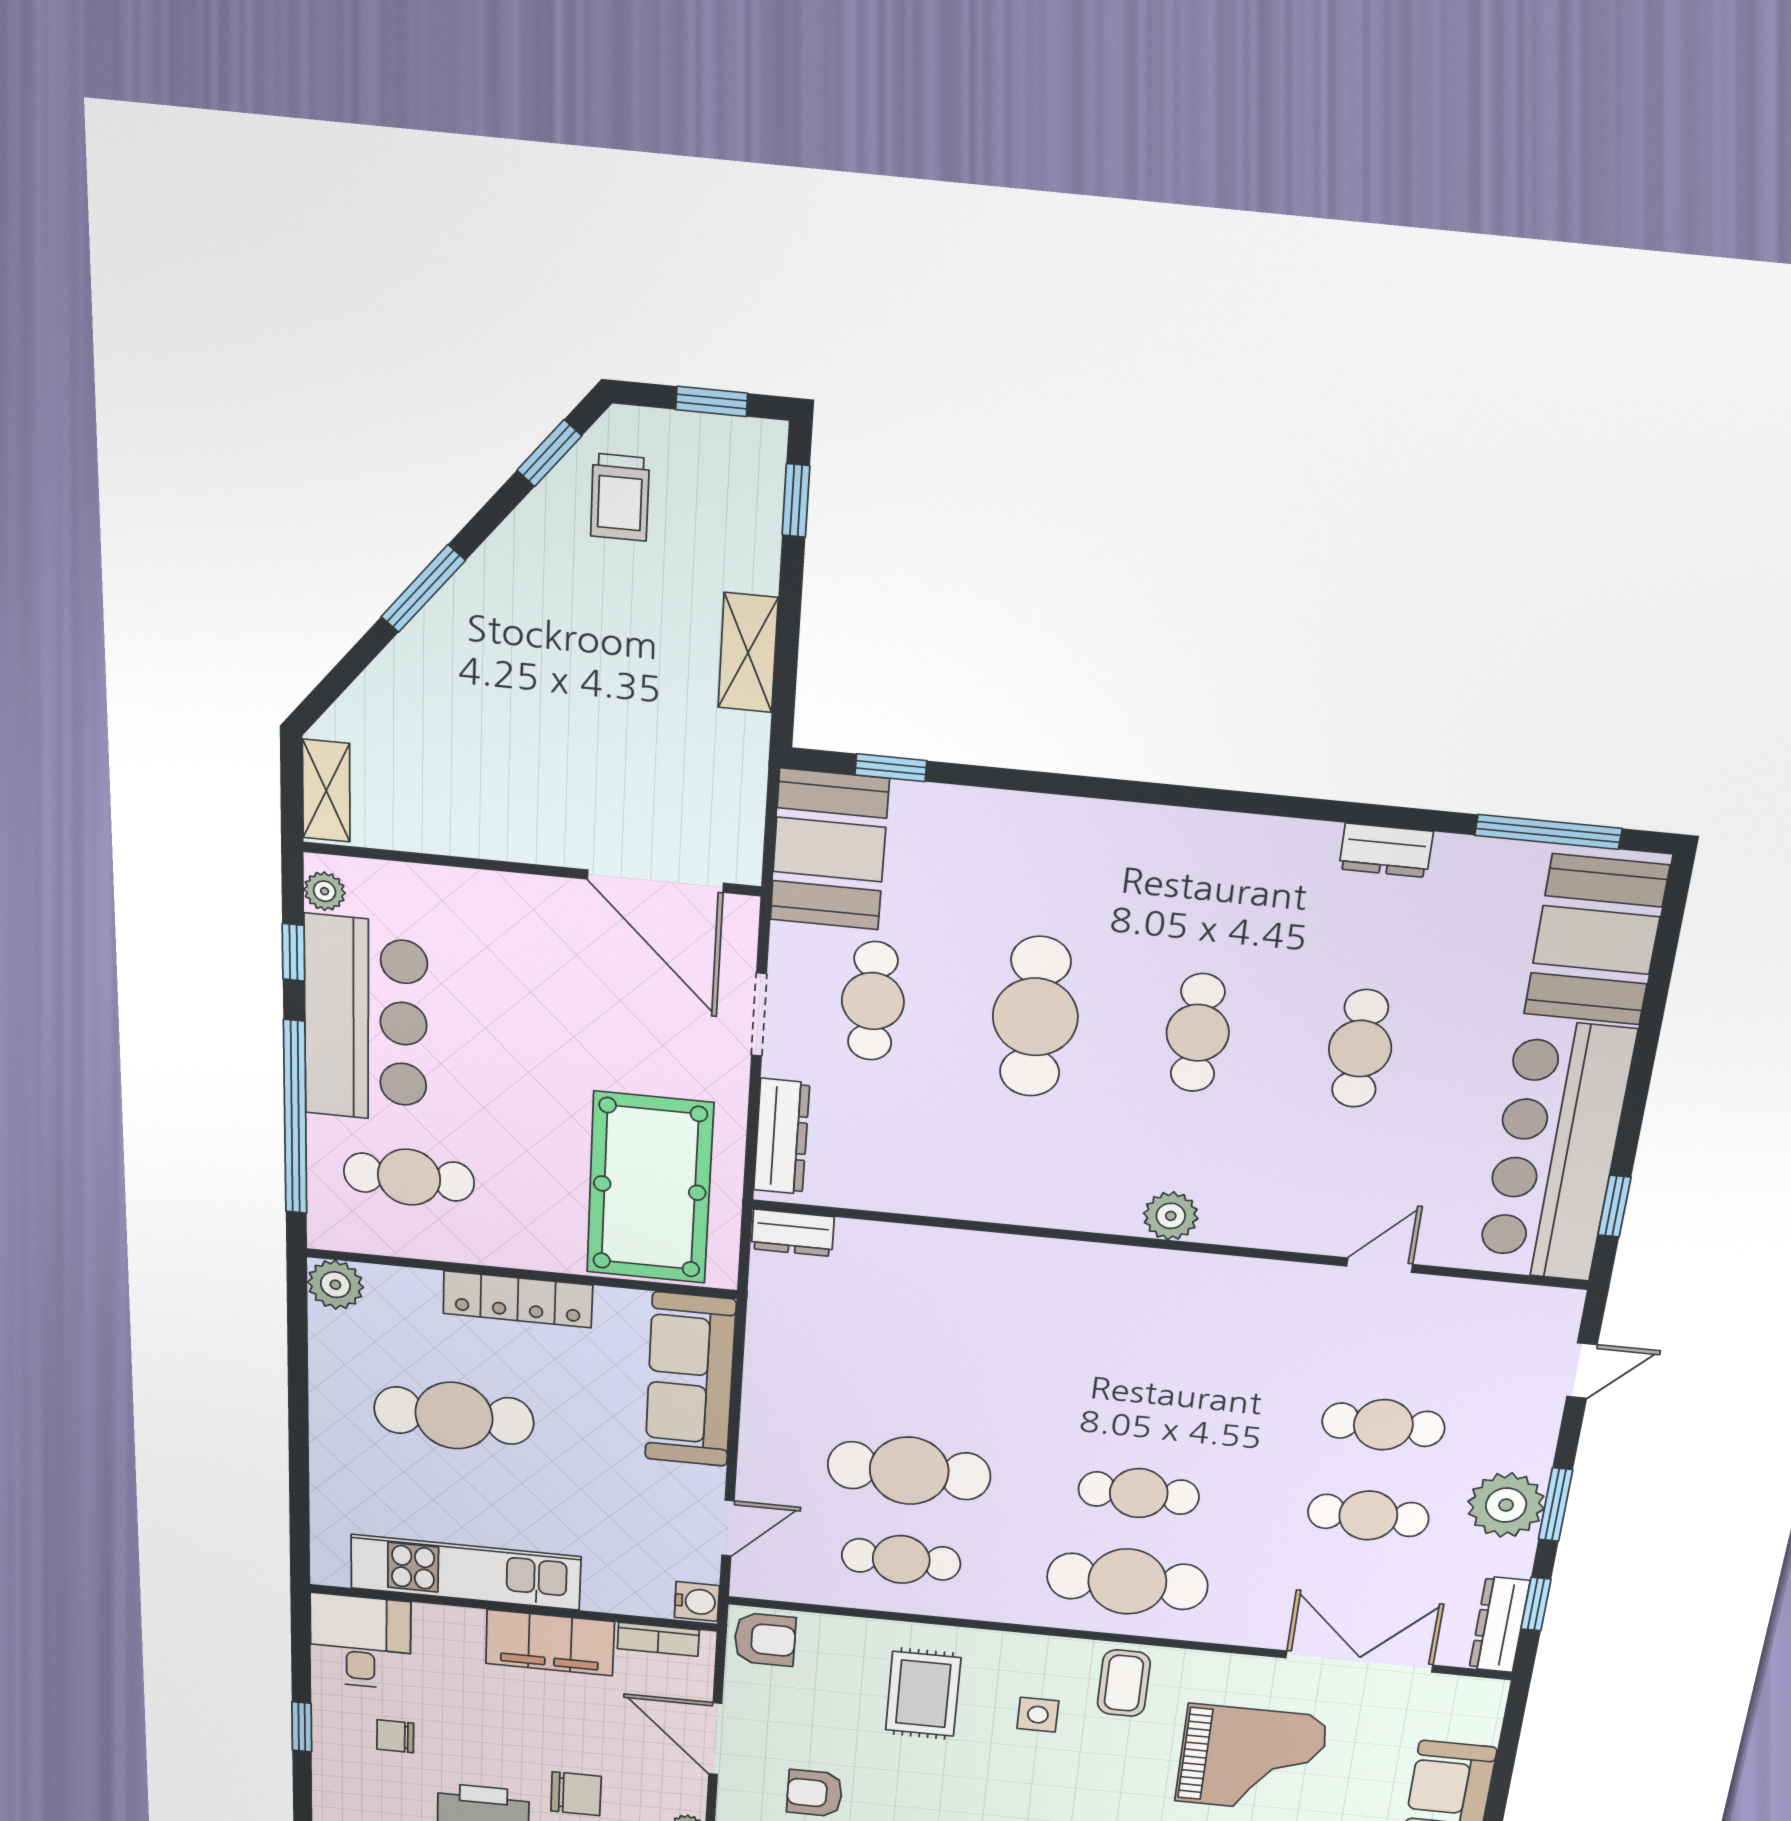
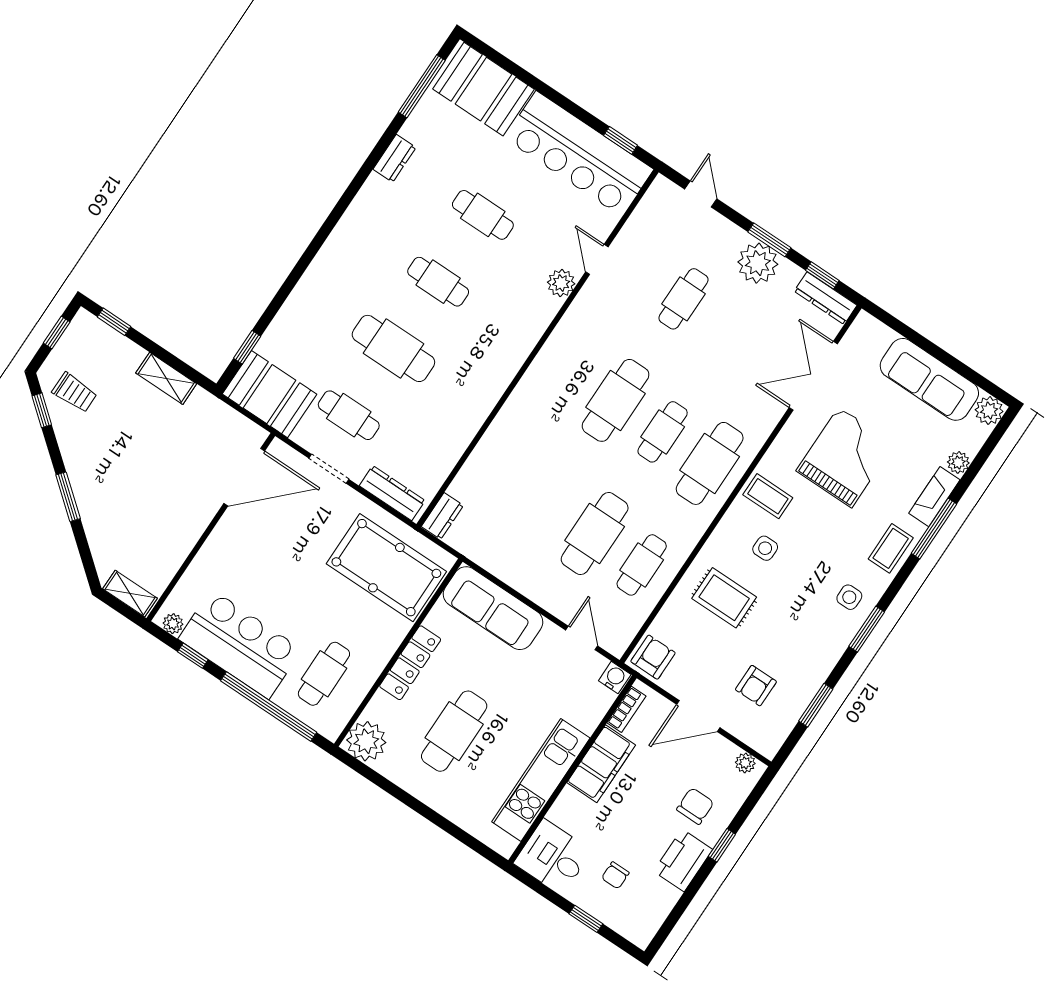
plant: (1171, 1216) -> (561, 283), moved
plant: (335, 1285) -> (366, 741), width x1.36, depth x1.36
cafe table: (1368, 1515) -> (616, 400), moved, width x1.37, depth x1.35

